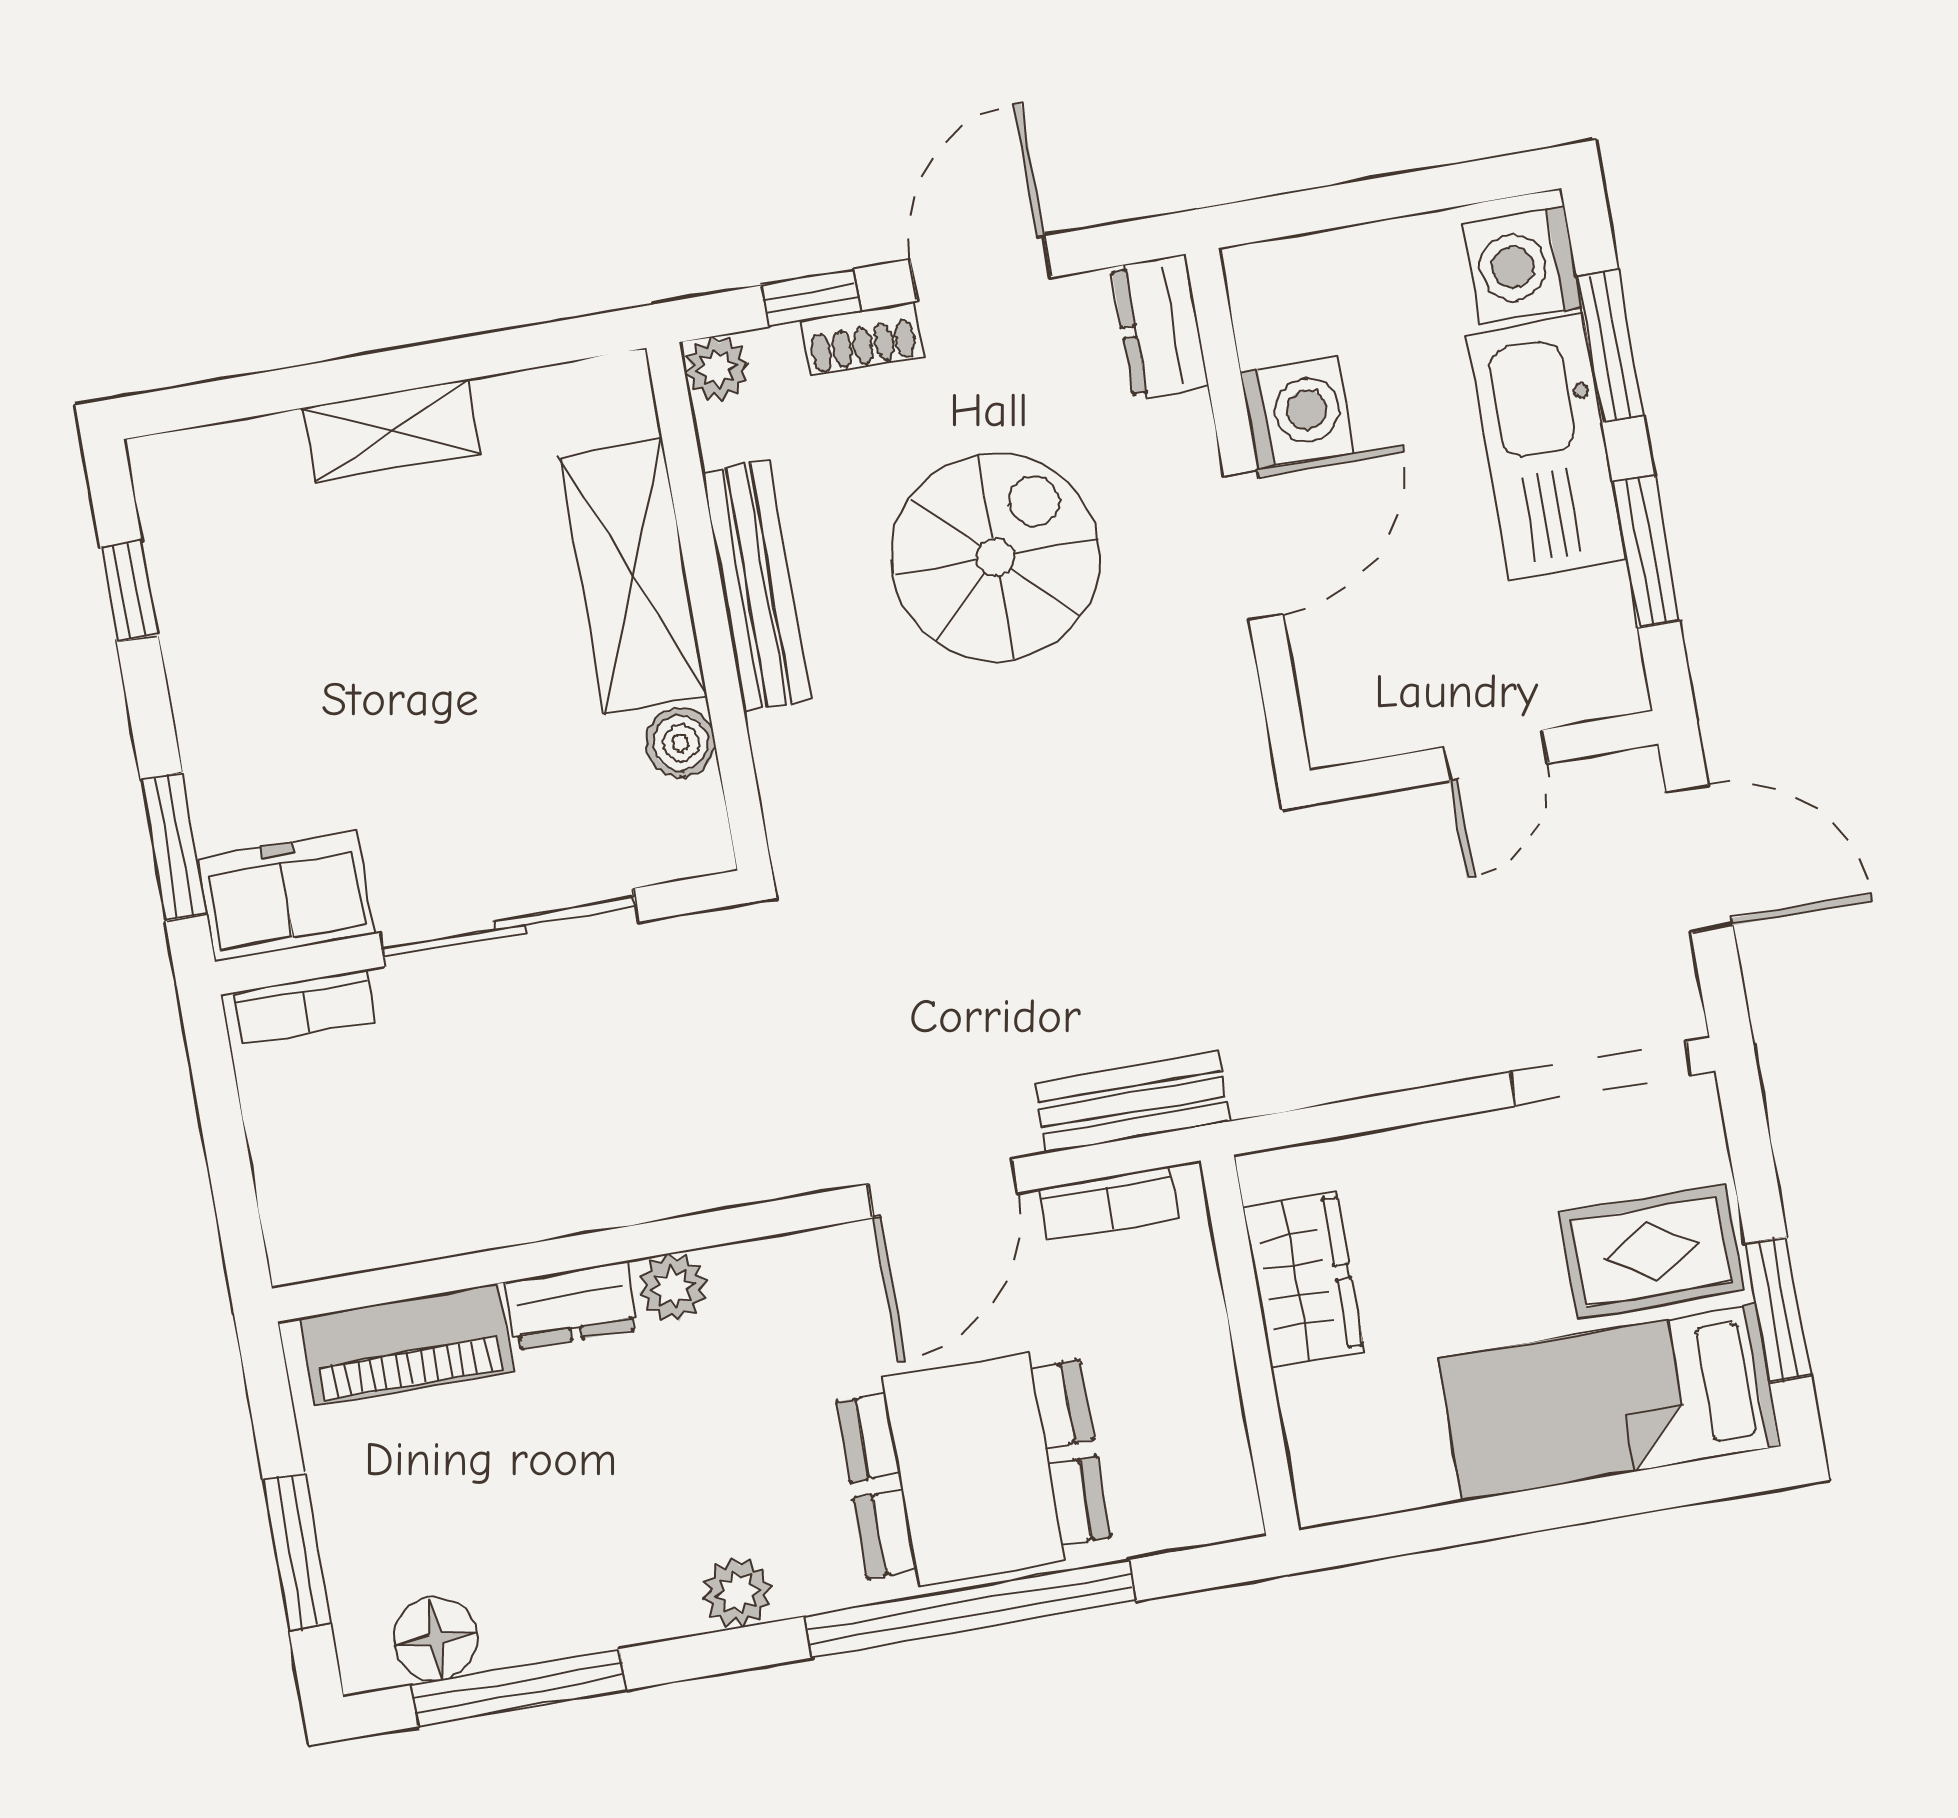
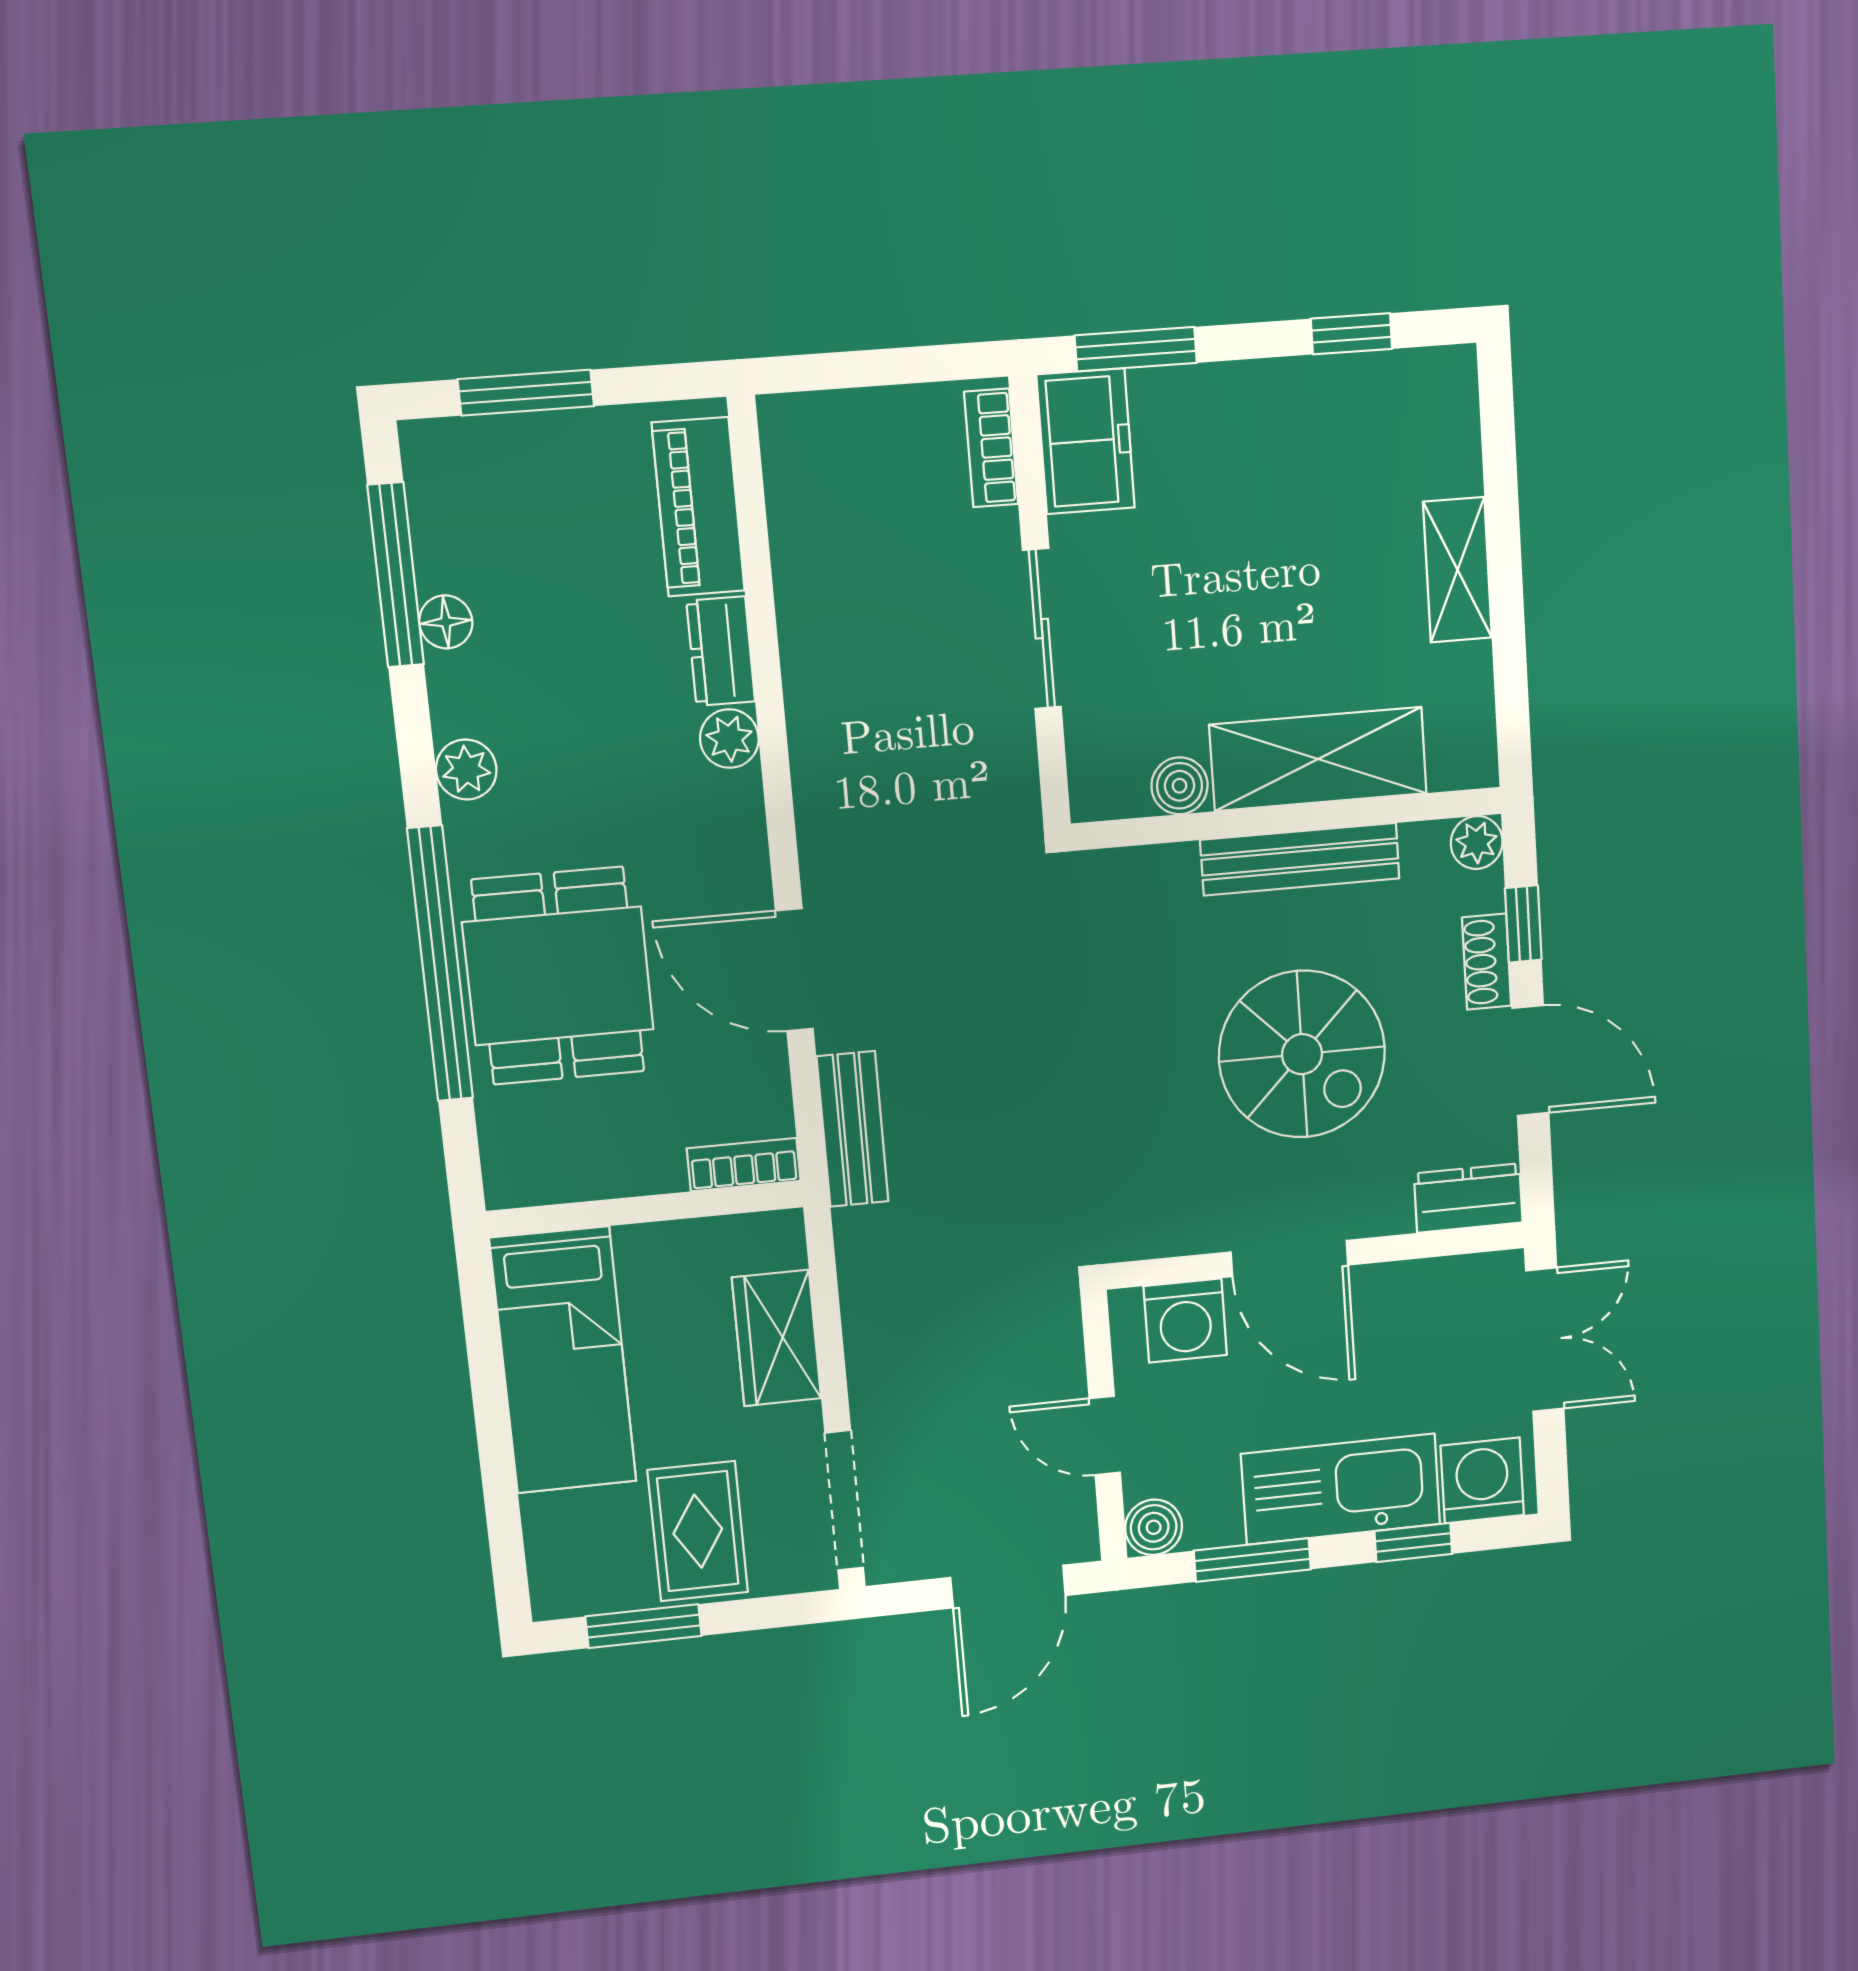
double door: (1334, 207) -> (1545, 1340), added
window: (1610, 346) -> (1413, 1543), width x0.67
washing machine: (1297, 412) -> (1185, 1321), moved
boiler: (1611, 681) -> (1154, 1527), added
sliding door: (509, 927) -> (1042, 629), width x0.73
bookcase: (1109, 1203) -> (744, 1165), moved, turned 90
wardrobe: (1303, 1279) -> (777, 1338), moved, turned 90
bed: (1610, 1402) -> (563, 1360), moved, turned 180
floor lamp: (435, 1638) -> (446, 622), moved, width x0.73, depth x0.73

